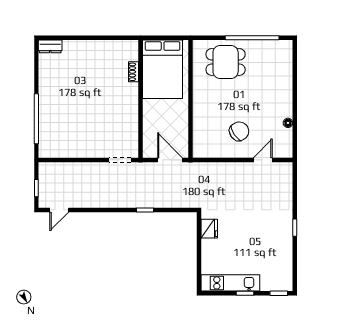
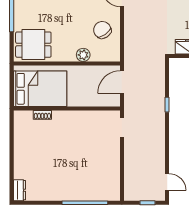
dining table: (226, 62) -> (33, 45), moved, turned 90
plant: (200, 117) -> (83, 55), added
chair: (239, 131) -> (102, 30), moved

